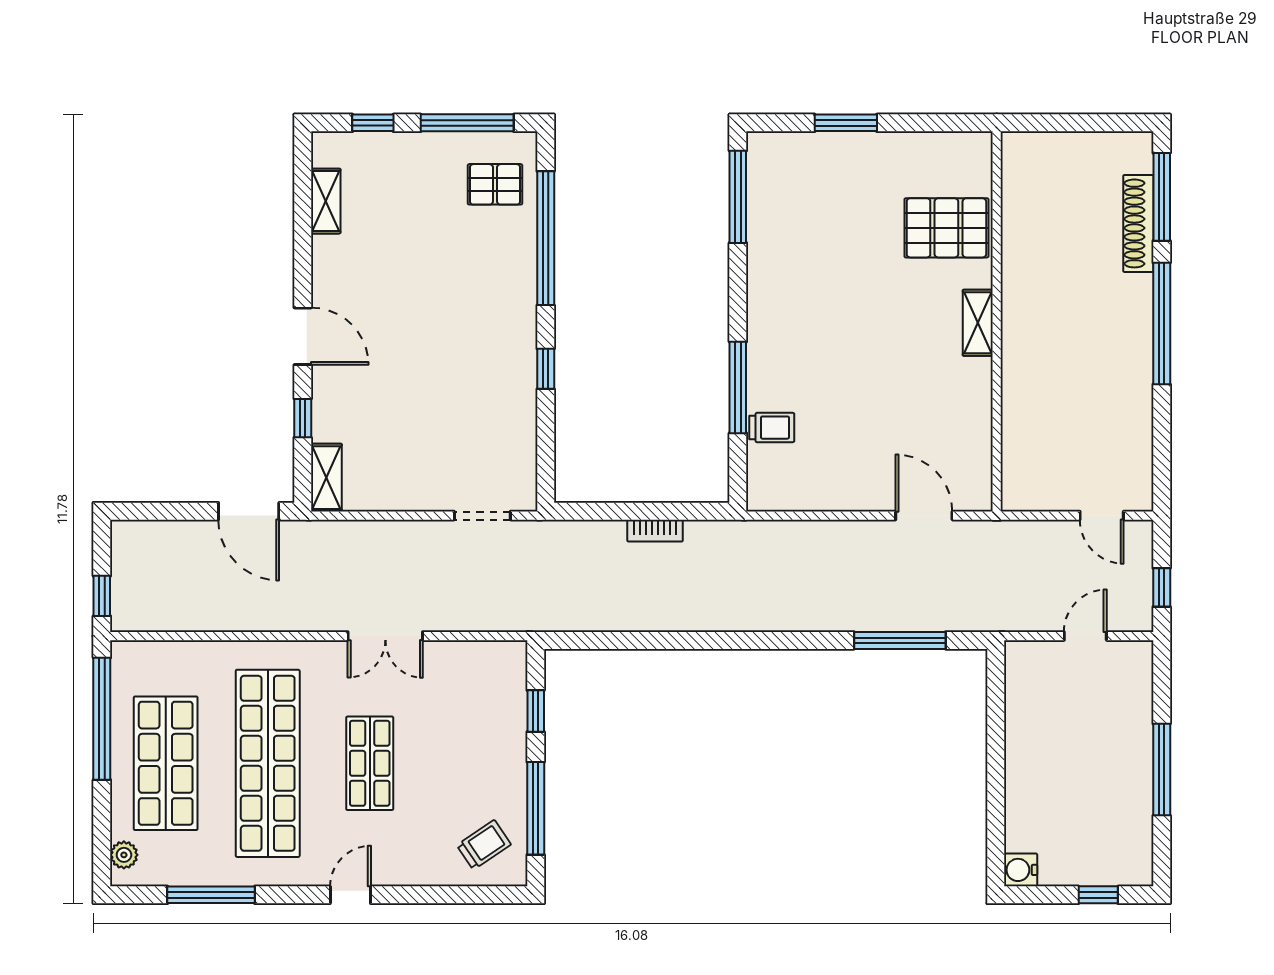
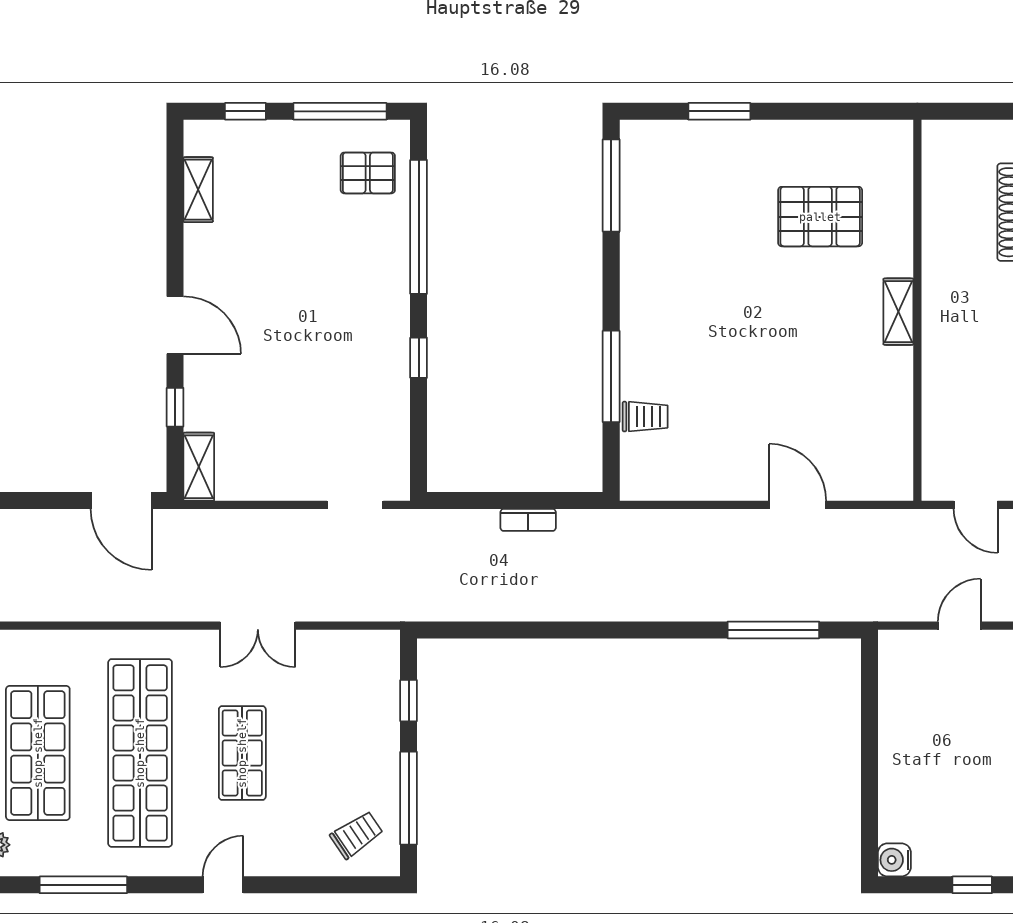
wall: (997, 321) -> (917, 310), moved
shelving: (978, 323) -> (898, 312), moved

